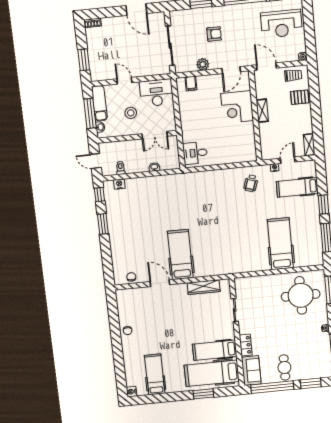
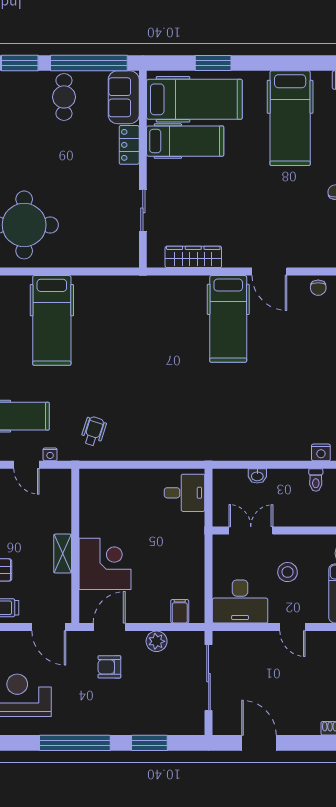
armchair: (214, 34) -> (109, 667), moved
door: (288, 160) -> (26, 465), hinge flipped
hospital bed: (155, 374) -> (290, 118), width x1.37, depth x1.29

